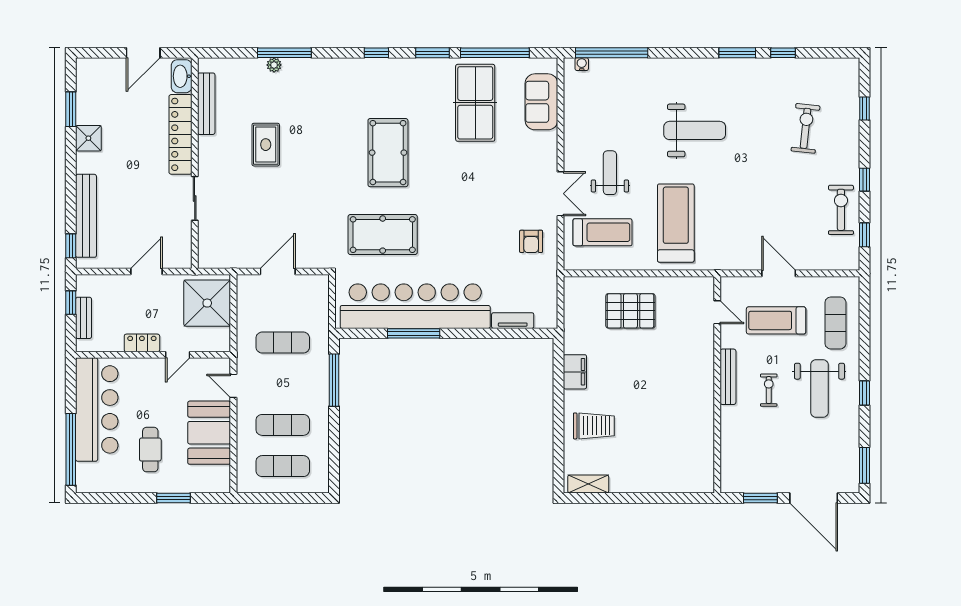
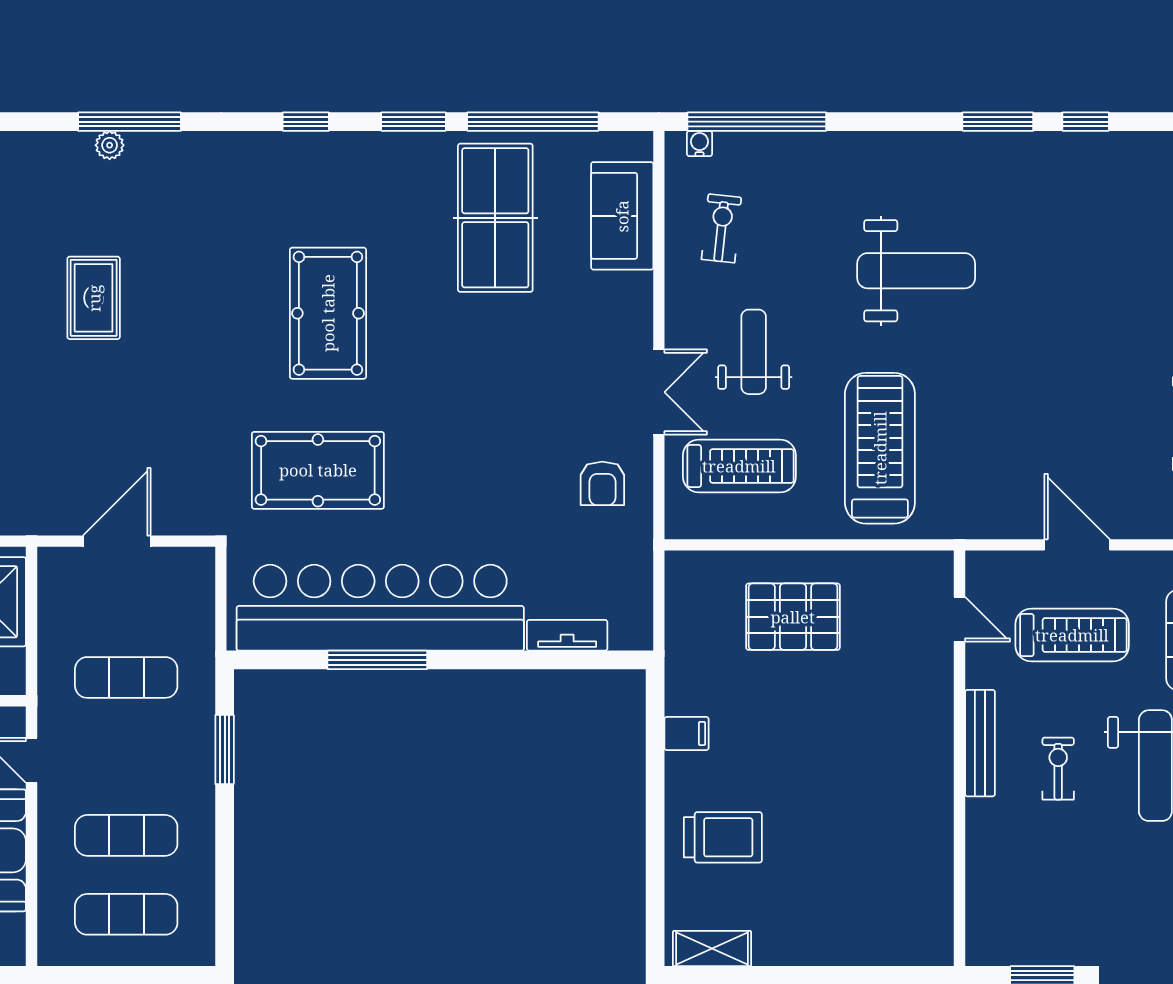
exercise bike: (806, 128) -> (721, 228), moved, width x0.73, depth x0.72
treadmill: (776, 320) -> (1072, 635), turned 180
filing cabinet: (575, 372) -> (687, 734), width x0.50
window: (334, 380) -> (225, 750), width x0.69

